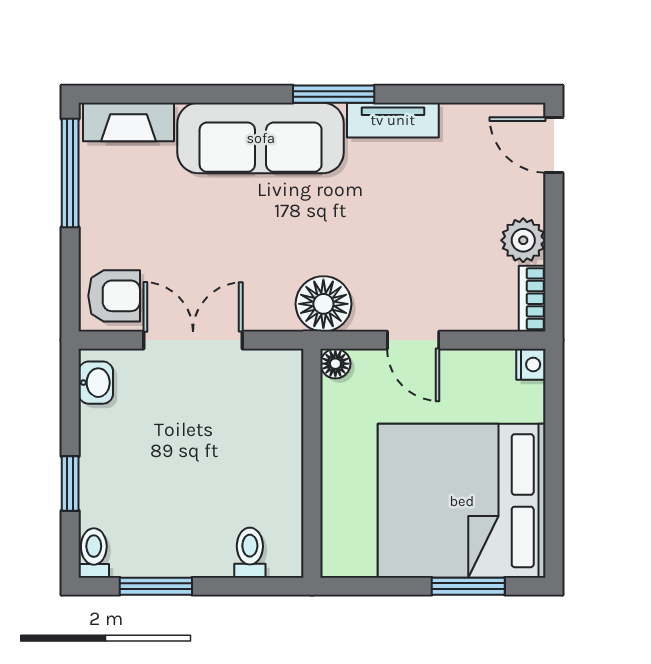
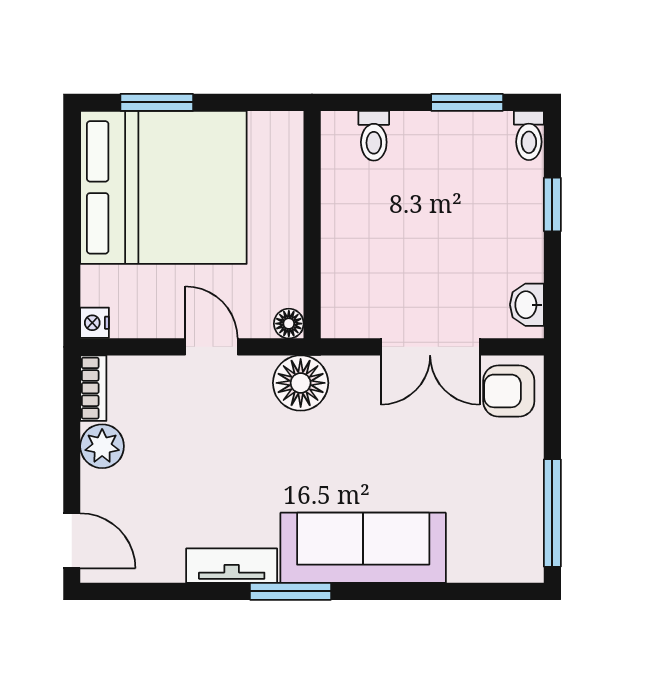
fireplace: (128, 122) -> (494, 564), removed

